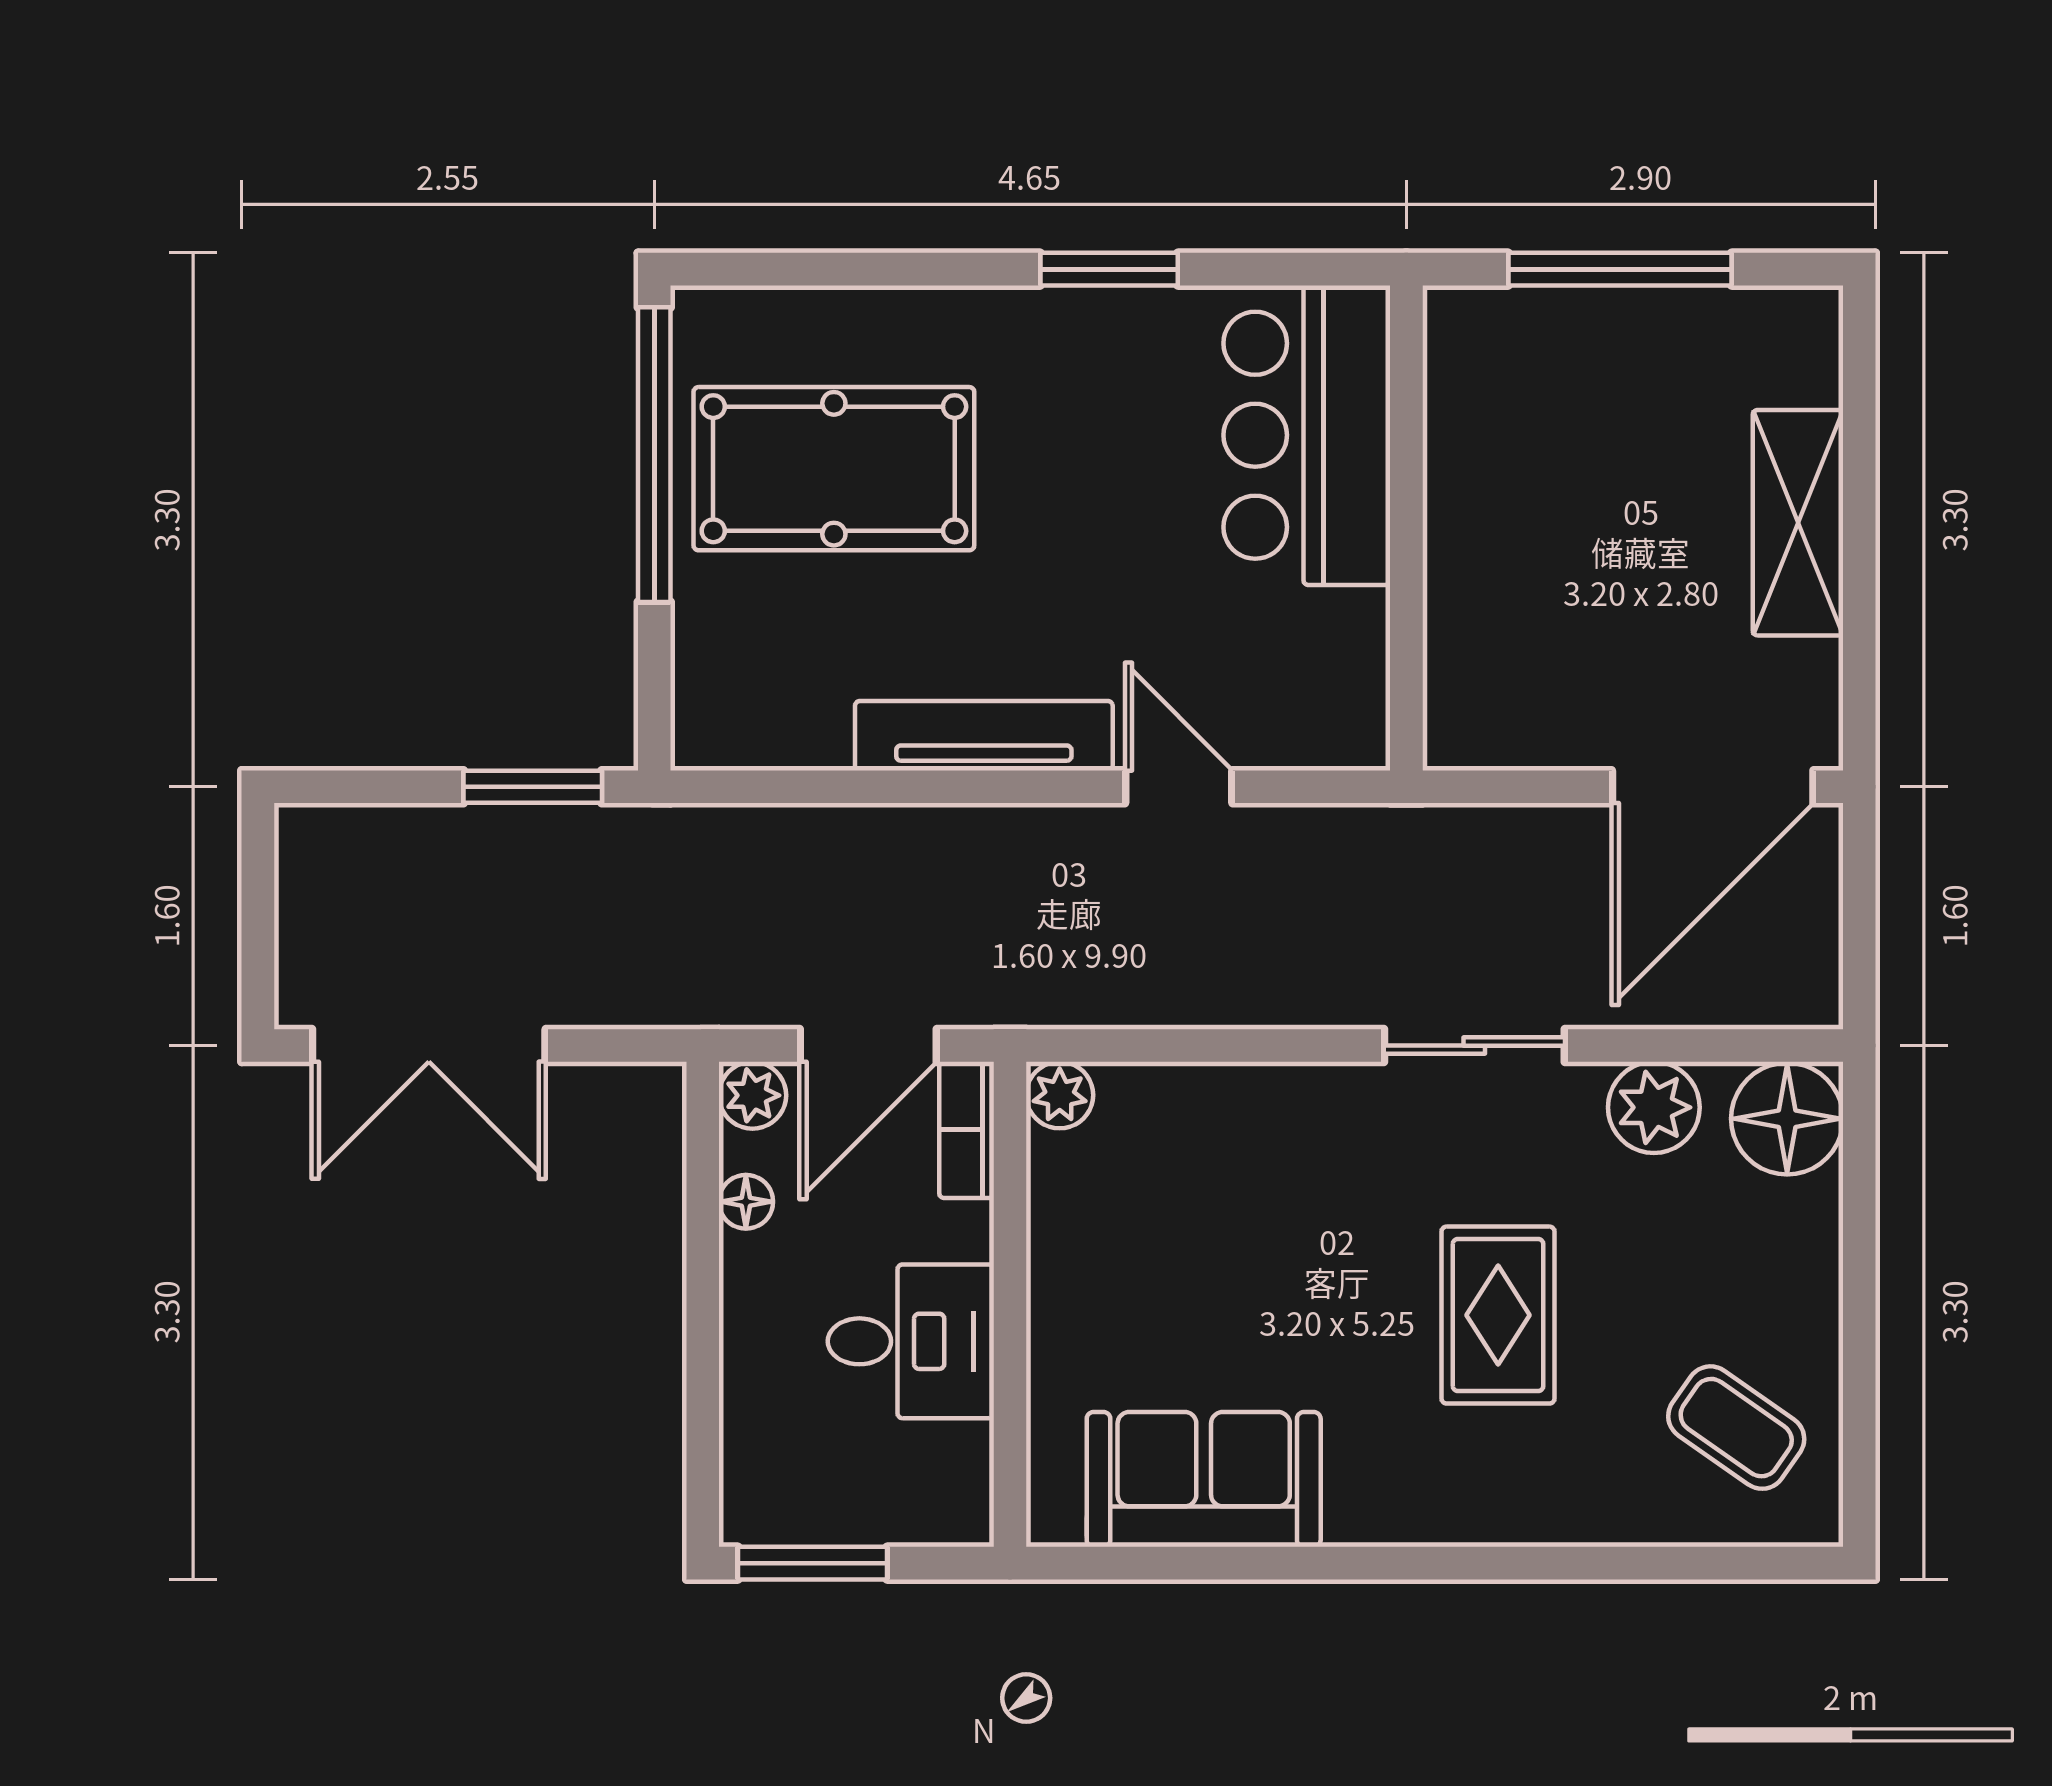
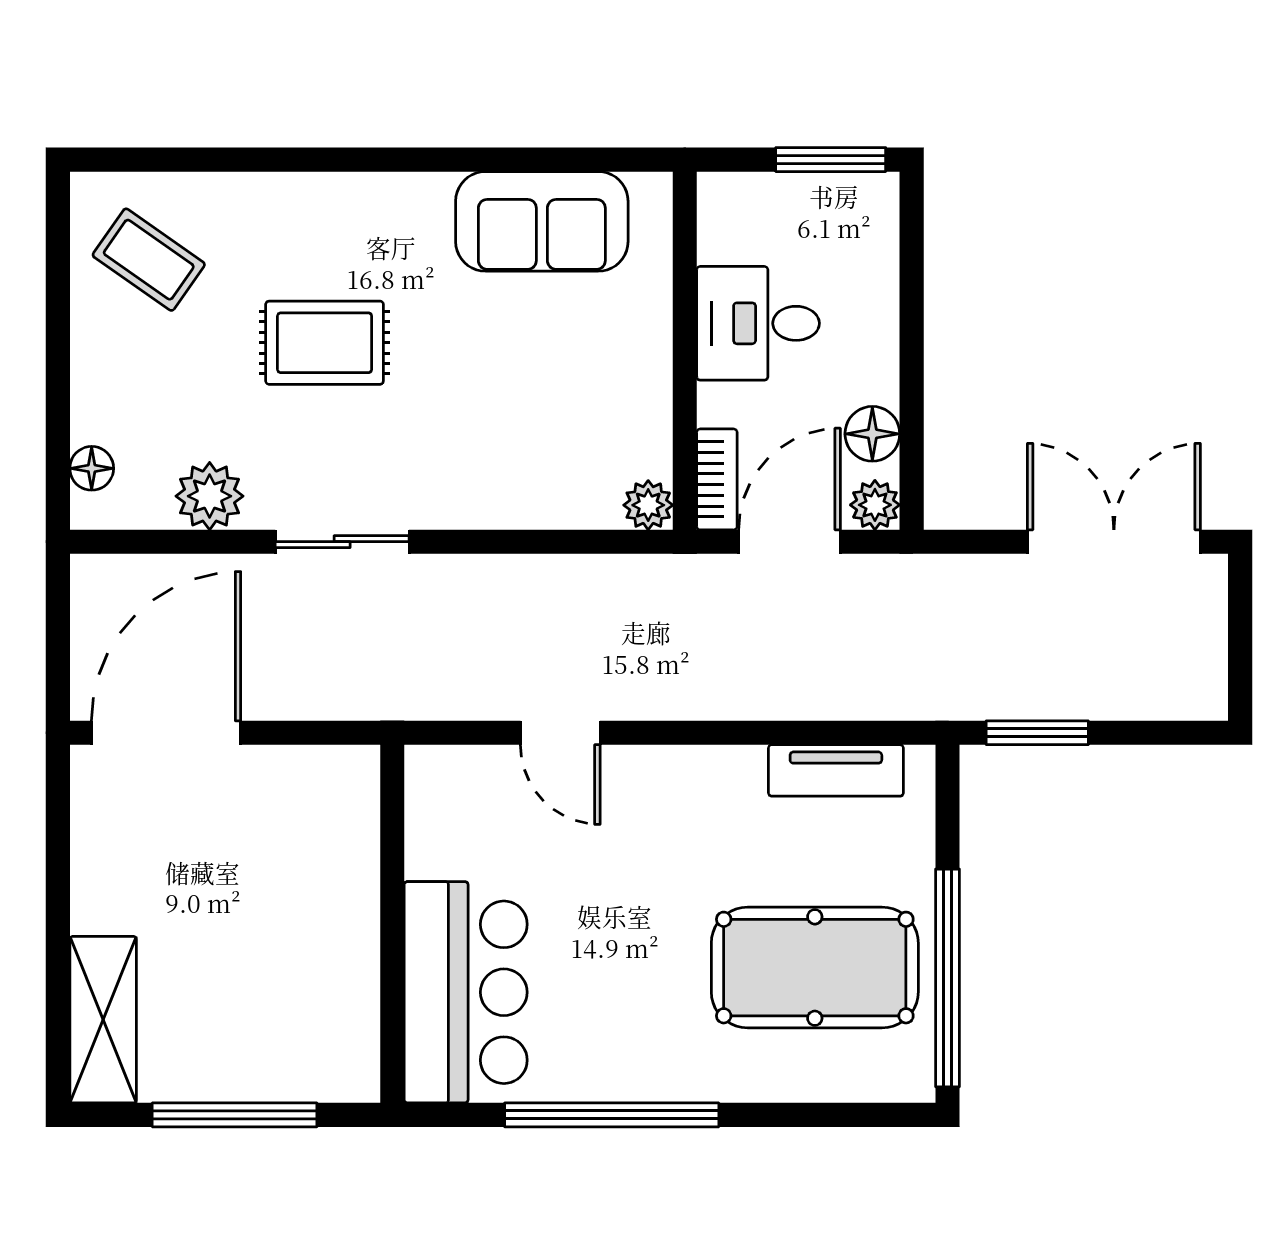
window: (1109, 269) -> (612, 1115), width x2.11
shelving: (1798, 523) -> (103, 1020), moved
tv unit: (984, 736) -> (836, 770), moved, width x0.71
floor lamp: (1787, 1119) -> (92, 468), width x0.53, depth x0.53
floor lamp: (746, 1202) -> (872, 434), width x1.37, depth x1.37
rug: (1498, 1315) -> (325, 343), turned 90

